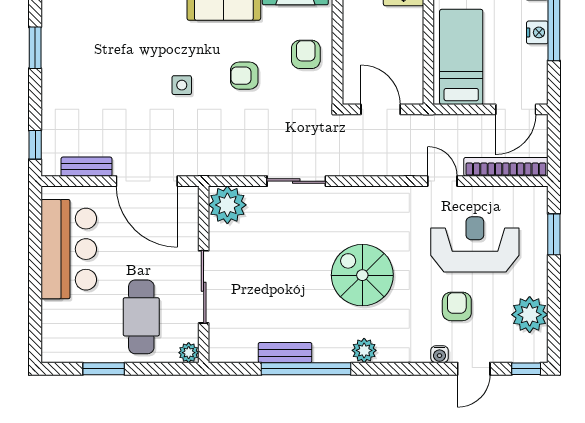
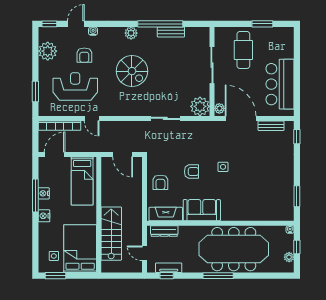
window: (35, 48) -> (297, 196), moved
reception desk: (475, 244) -> (75, 87), turned 180
plant: (189, 353) -> (219, 108), moved

